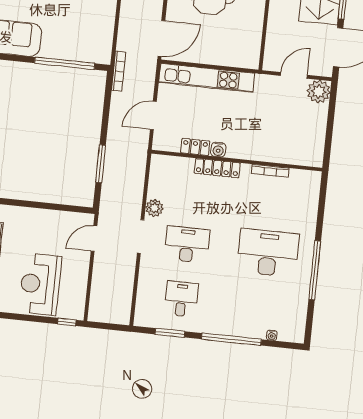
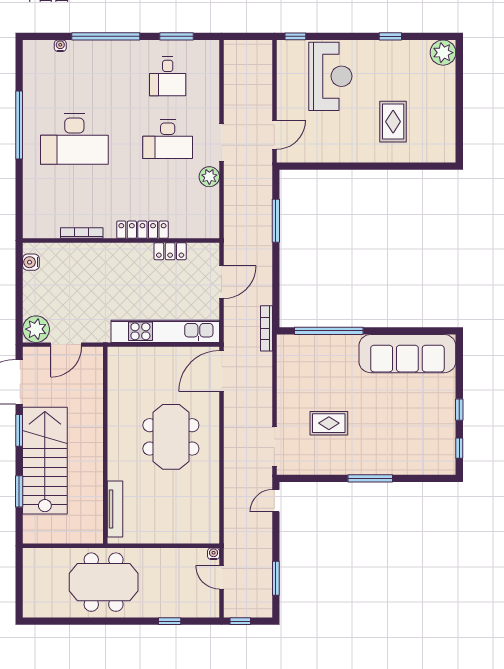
water cooler: (218, 150) -> (31, 262), moved, turned -90

